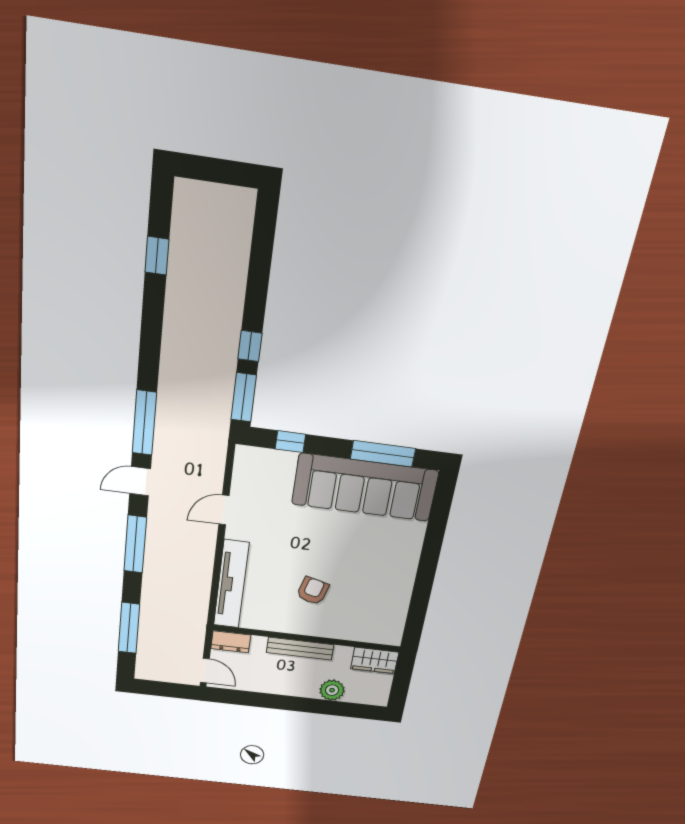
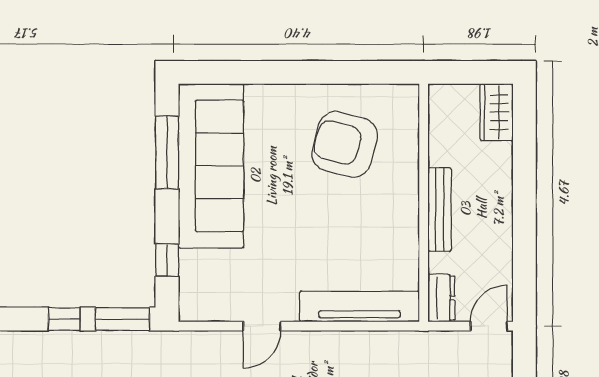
door: (224, 510) -> (262, 326), hinge flipped
armchair: (313, 591) -> (345, 144), moved, width x1.88, depth x1.88
wardrobe: (375, 660) -> (496, 112), moved, turned 180
plant: (332, 690) -> (497, 159), removed

